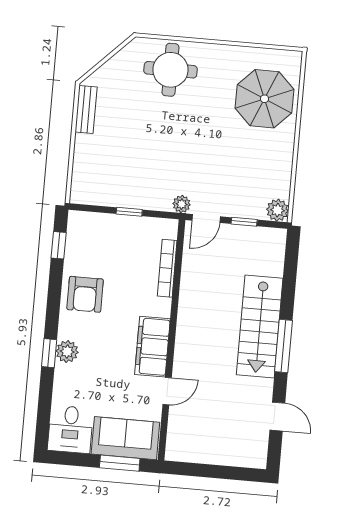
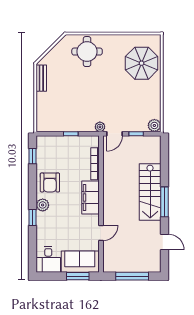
filing cabinet: (152, 347) -> (91, 197), moved
plant: (67, 352) -> (43, 205), moved
window: (215, 472) -> (132, 276), added

